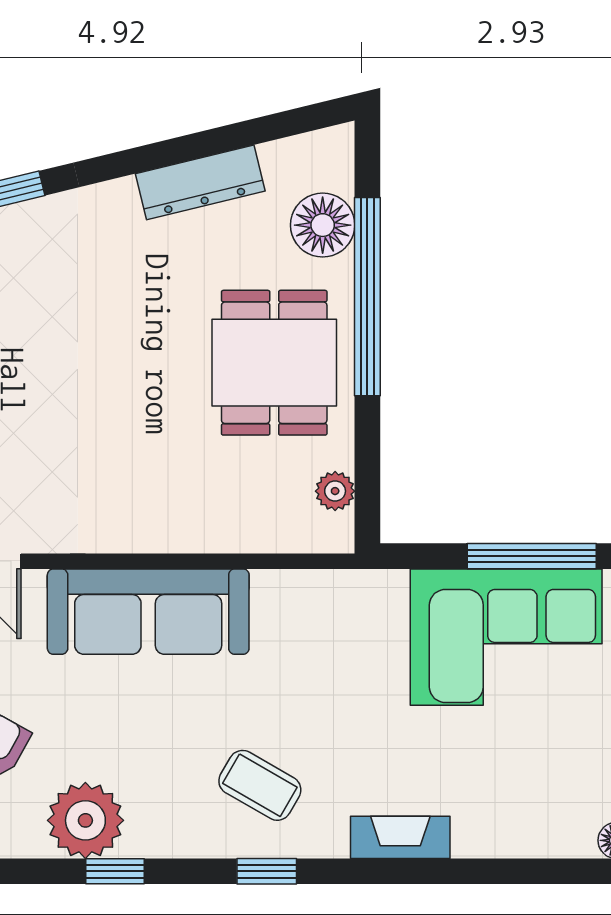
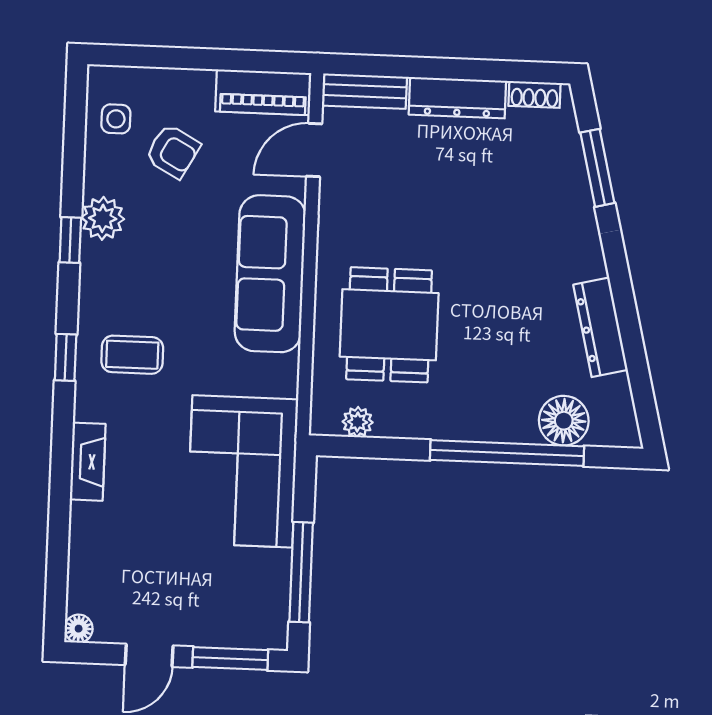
dining table: (274, 363) -> (389, 325), moved, turned 90
corner sofa: (506, 637) -> (242, 471), moved
coffee table: (260, 785) -> (132, 355), turned 60
plant: (85, 820) -> (103, 218), width x0.73, depth x0.73

